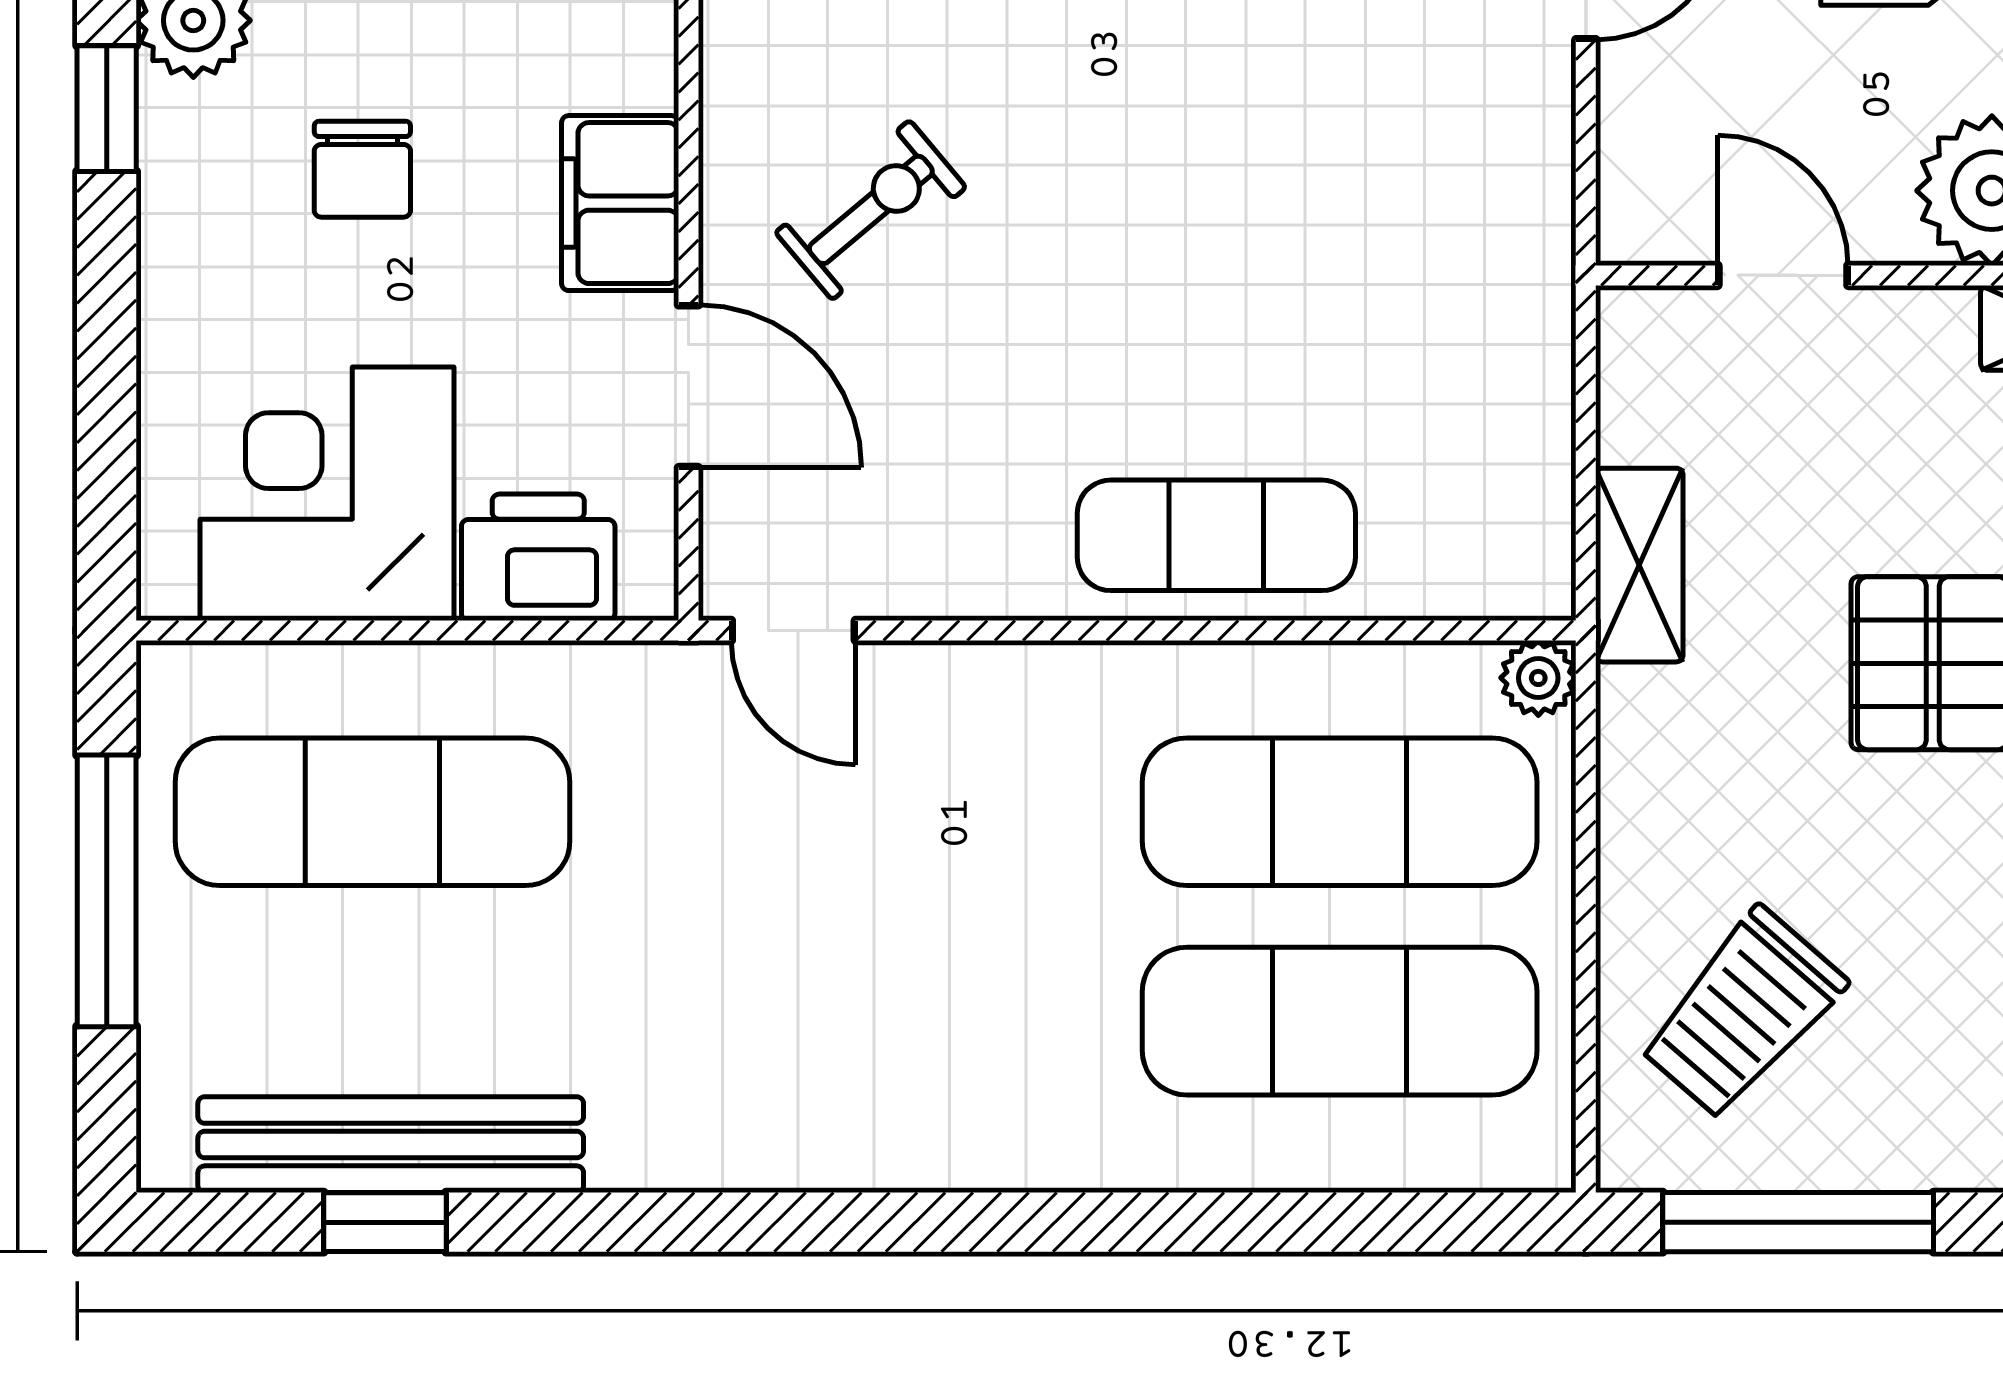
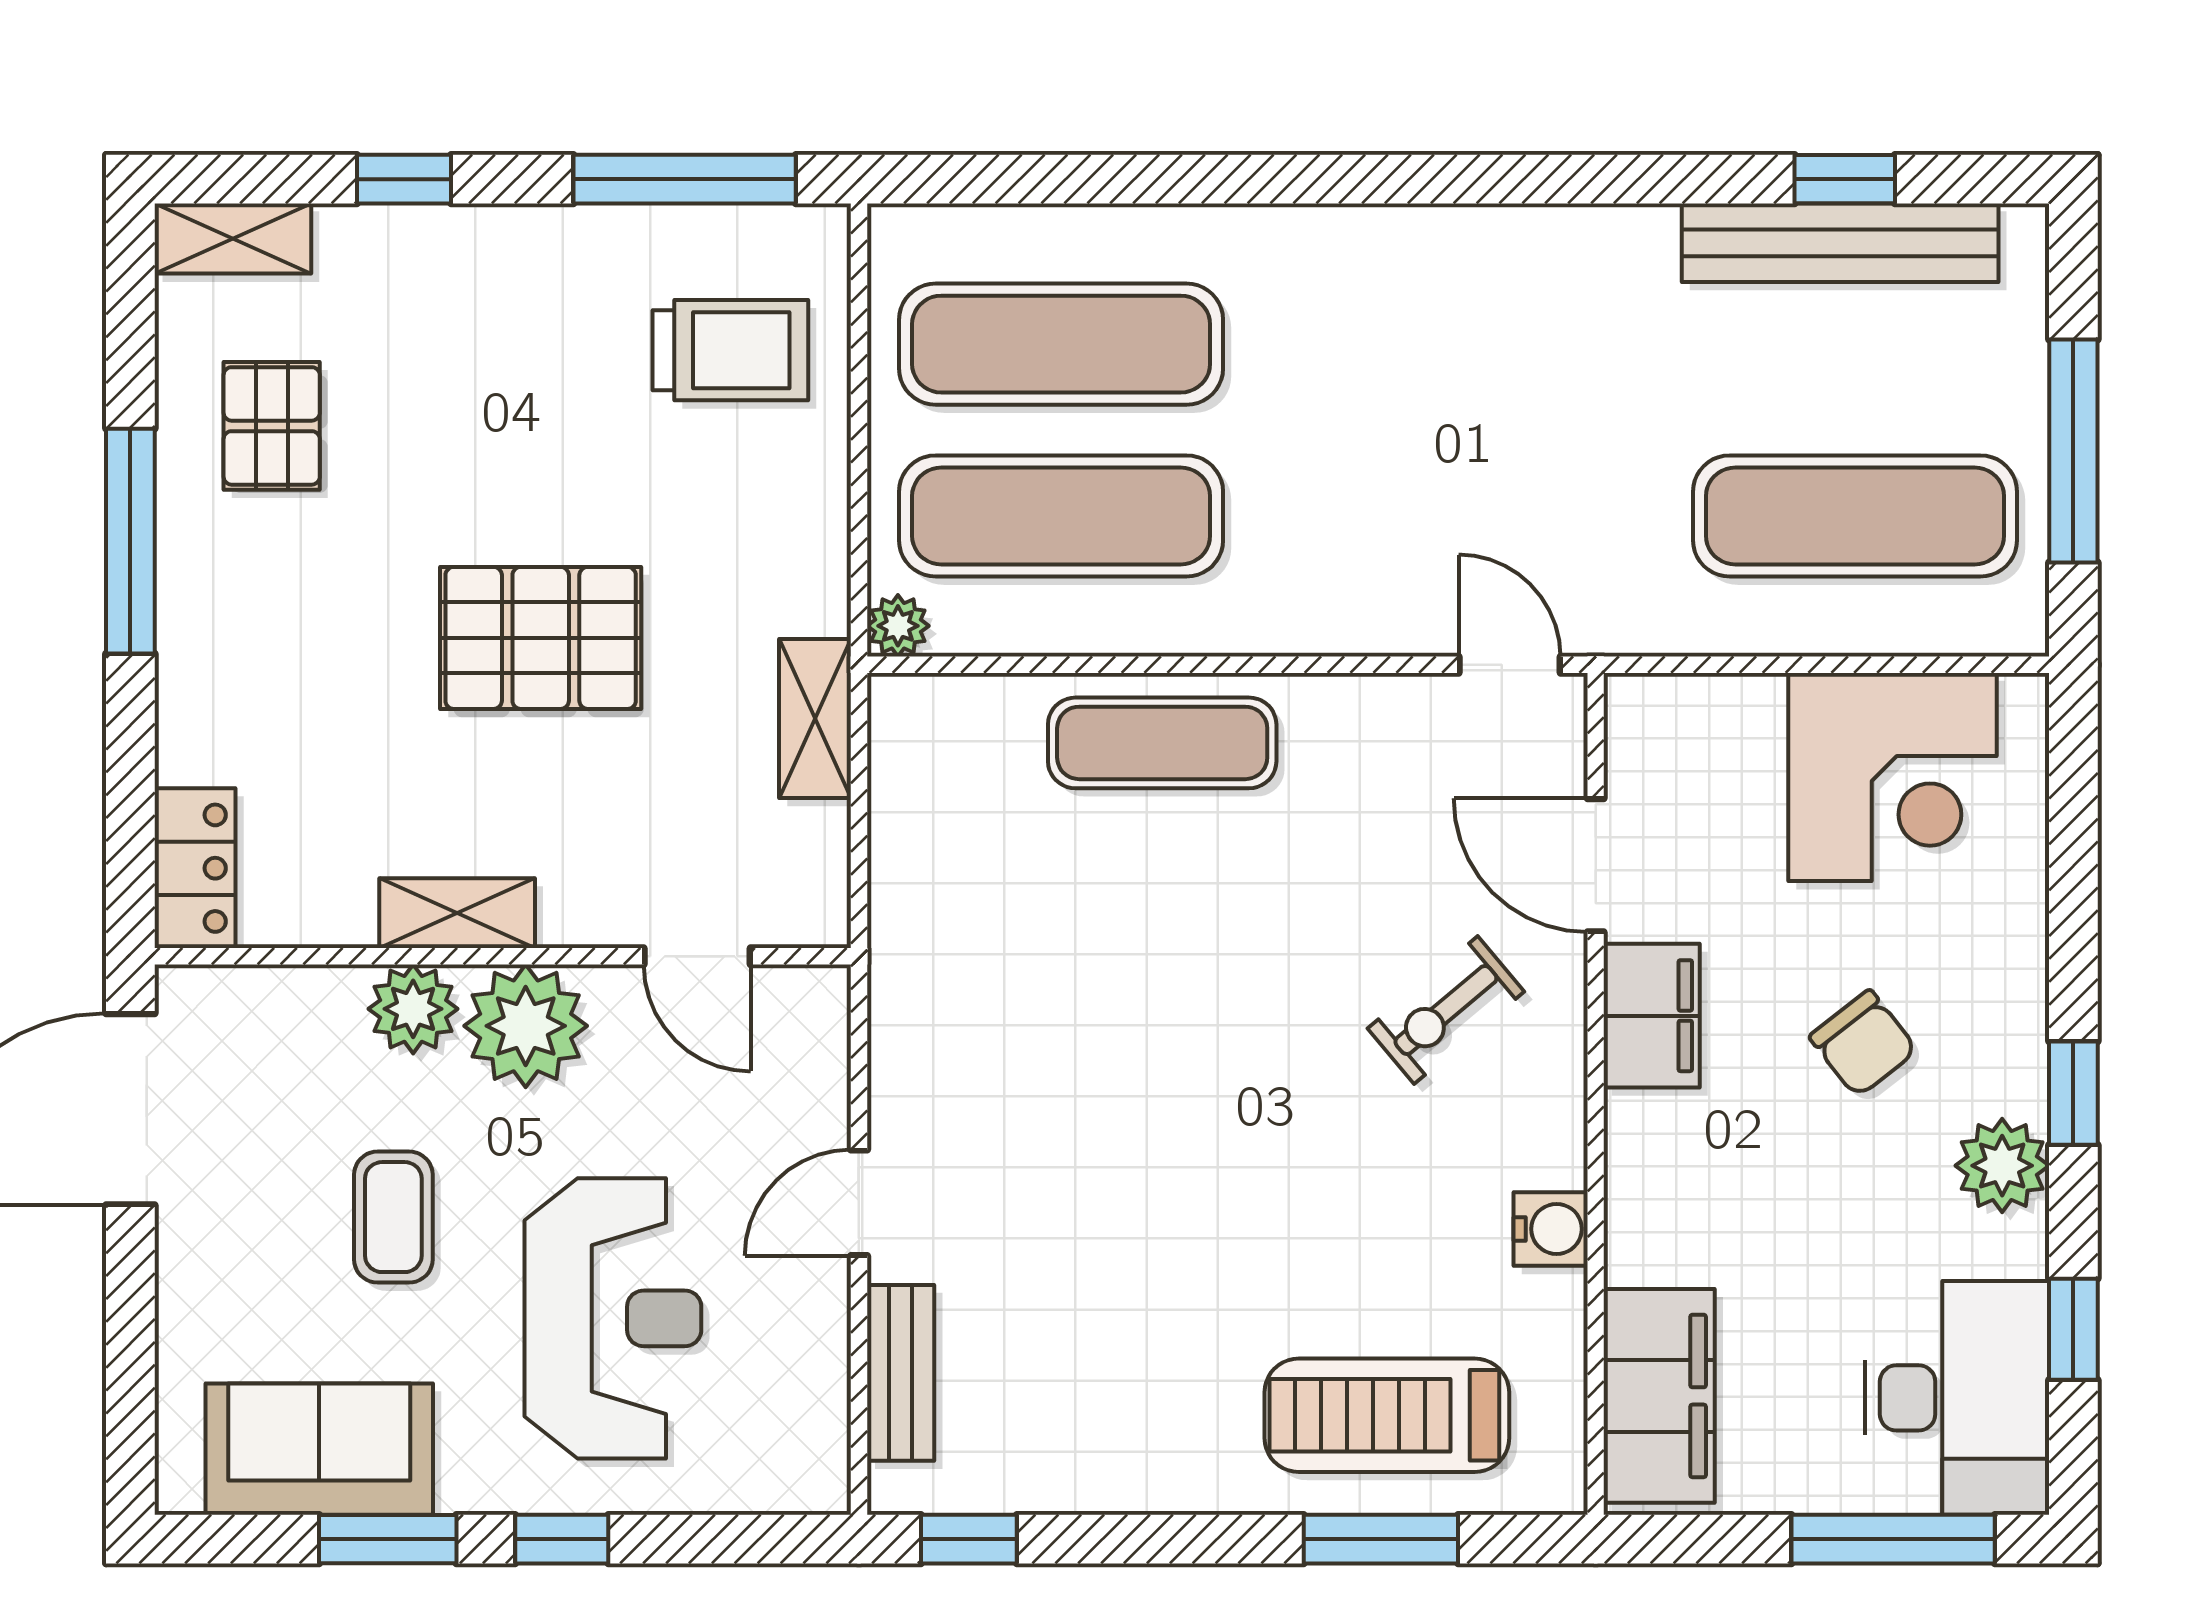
chair: (362, 169) -> (1863, 1043), turned 142
printer: (538, 557) -> (1719, 725), removed
trolley: (1742, 1014) -> (730, 350), turned 49

